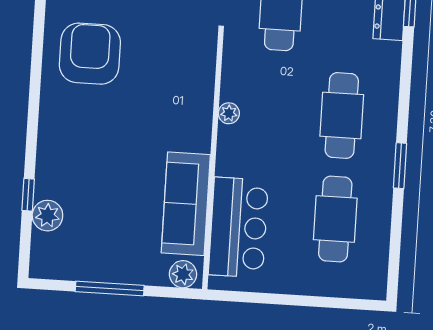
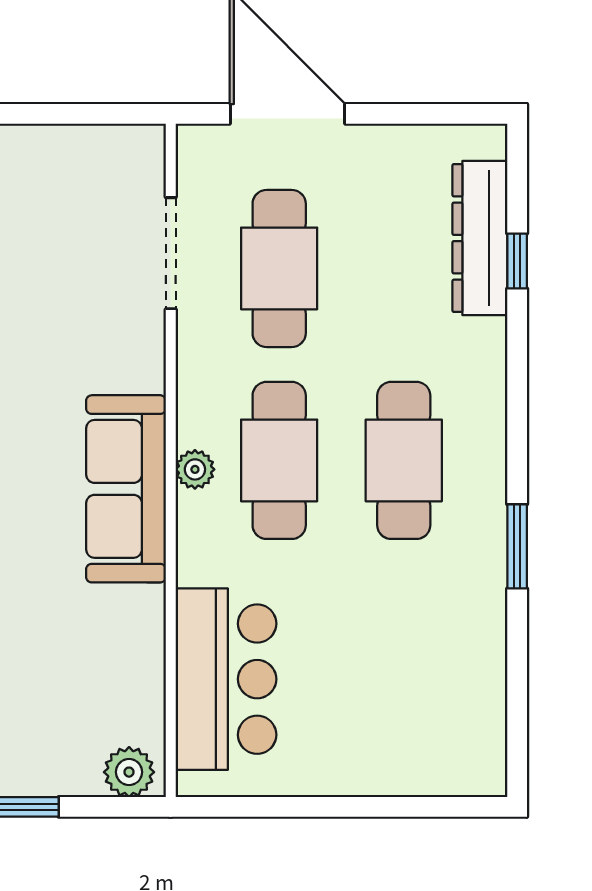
sofa: (186, 204) -> (126, 489), moved
cafe table: (335, 219) -> (279, 460), moved

